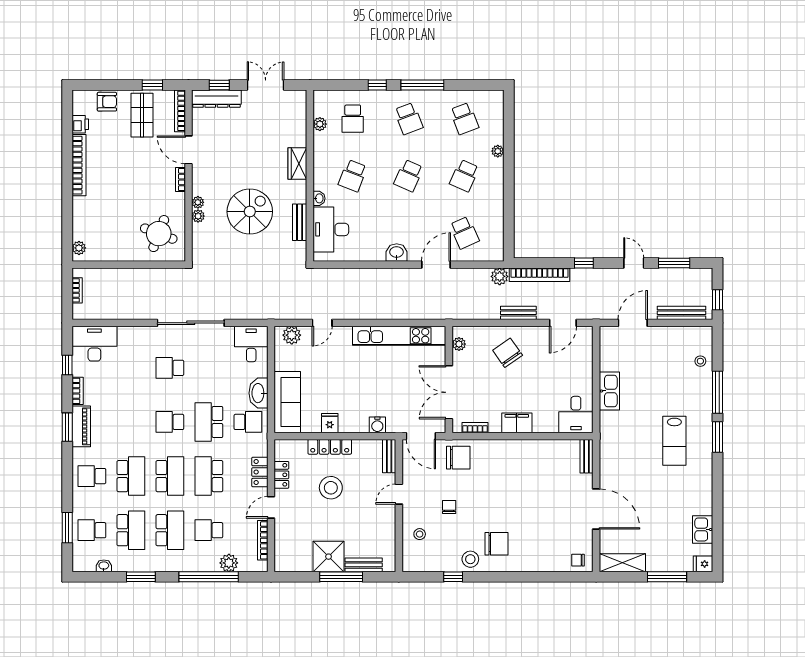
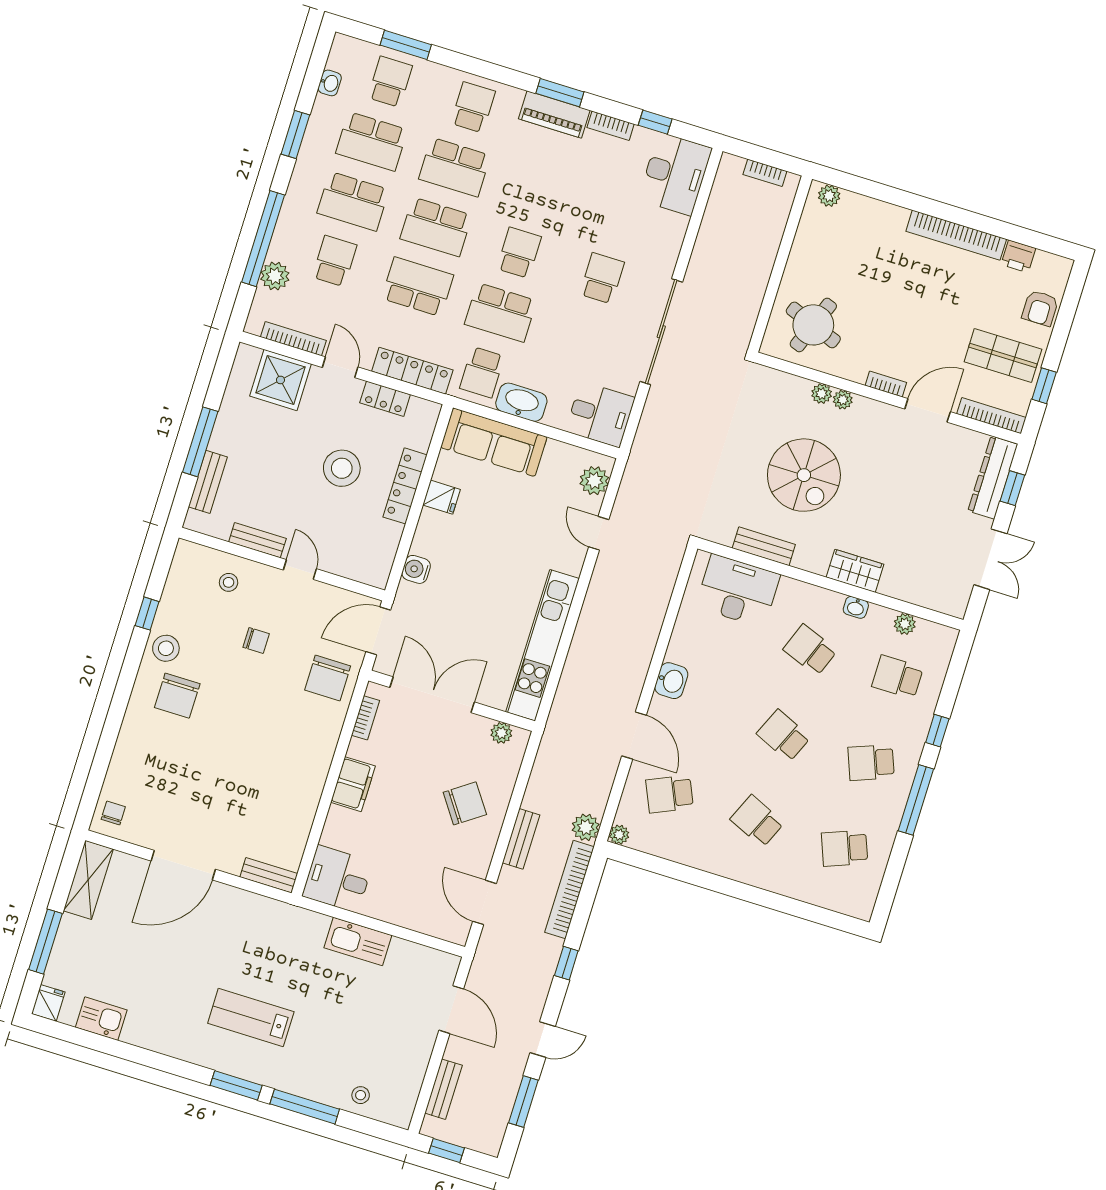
plant: (498, 151) -> (619, 835), moved
washbasin: (319, 198) -> (856, 607), moved
bench: (682, 313) -> (444, 1089), width x0.73
school desk: (209, 422) -> (501, 312), turned 180
bench: (389, 456) -> (257, 540), moved
locker: (260, 472) -> (412, 371), width x1.53
shower: (329, 557) -> (280, 380), moved

